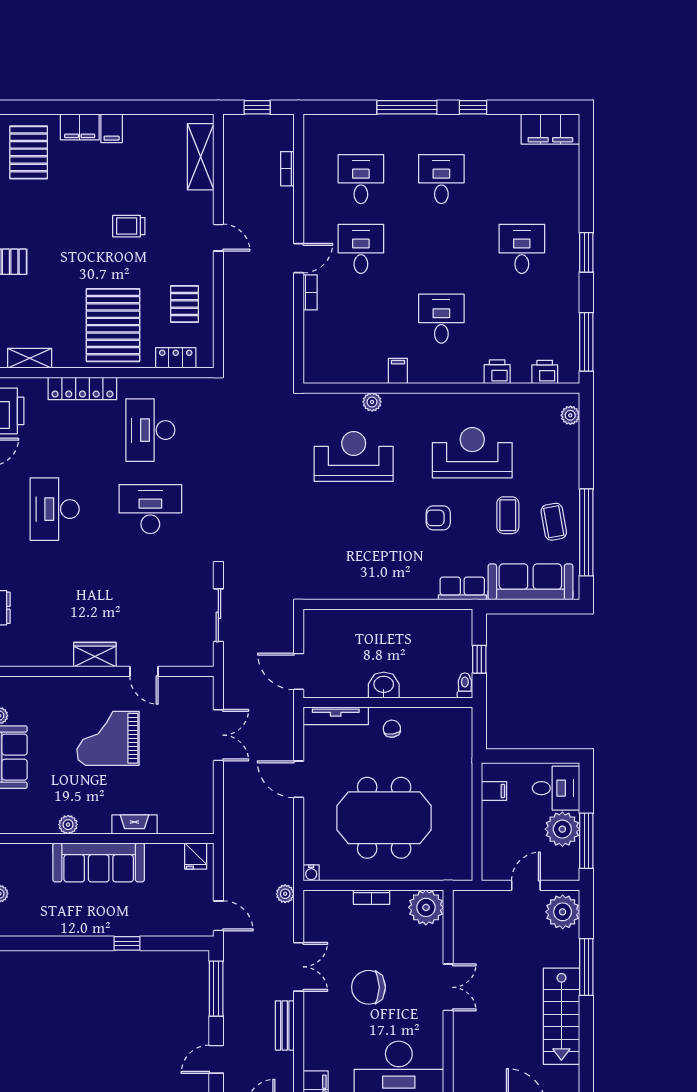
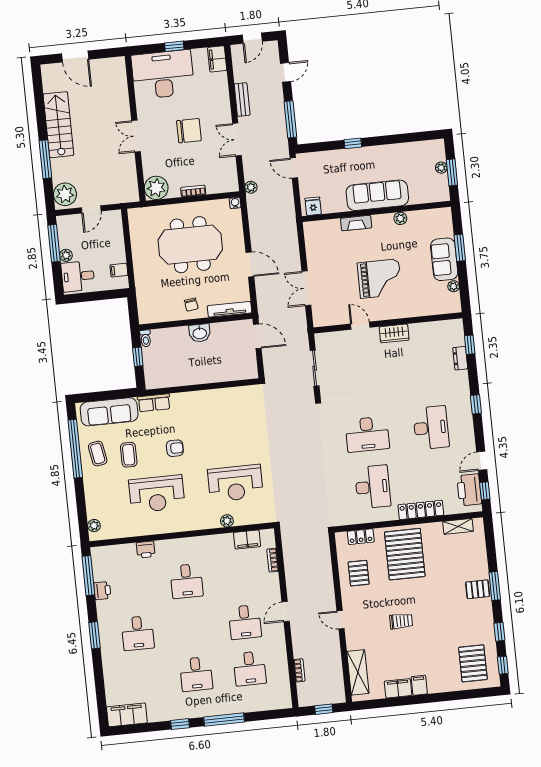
filing cabinet: (80, 127) -> (398, 688), moved
bookcase: (310, 292) -> (273, 560), moved
filing cabinet: (398, 371) -> (247, 540), moved, width x2.00
printer: (545, 372) -> (102, 591), moved, turned -90
plant: (562, 829) -> (66, 255), width x0.53, depth x0.53

